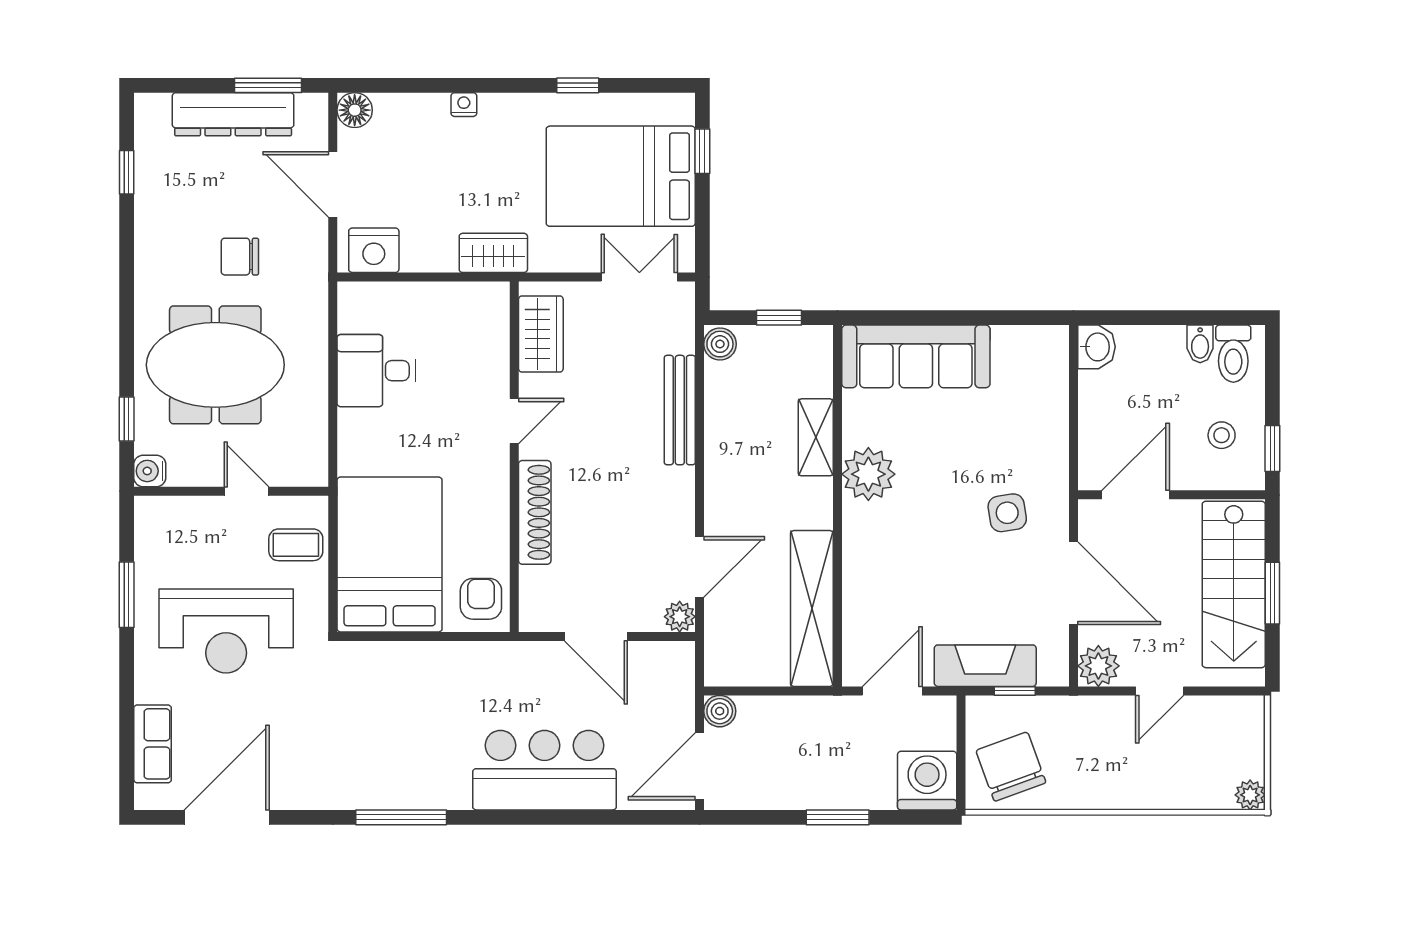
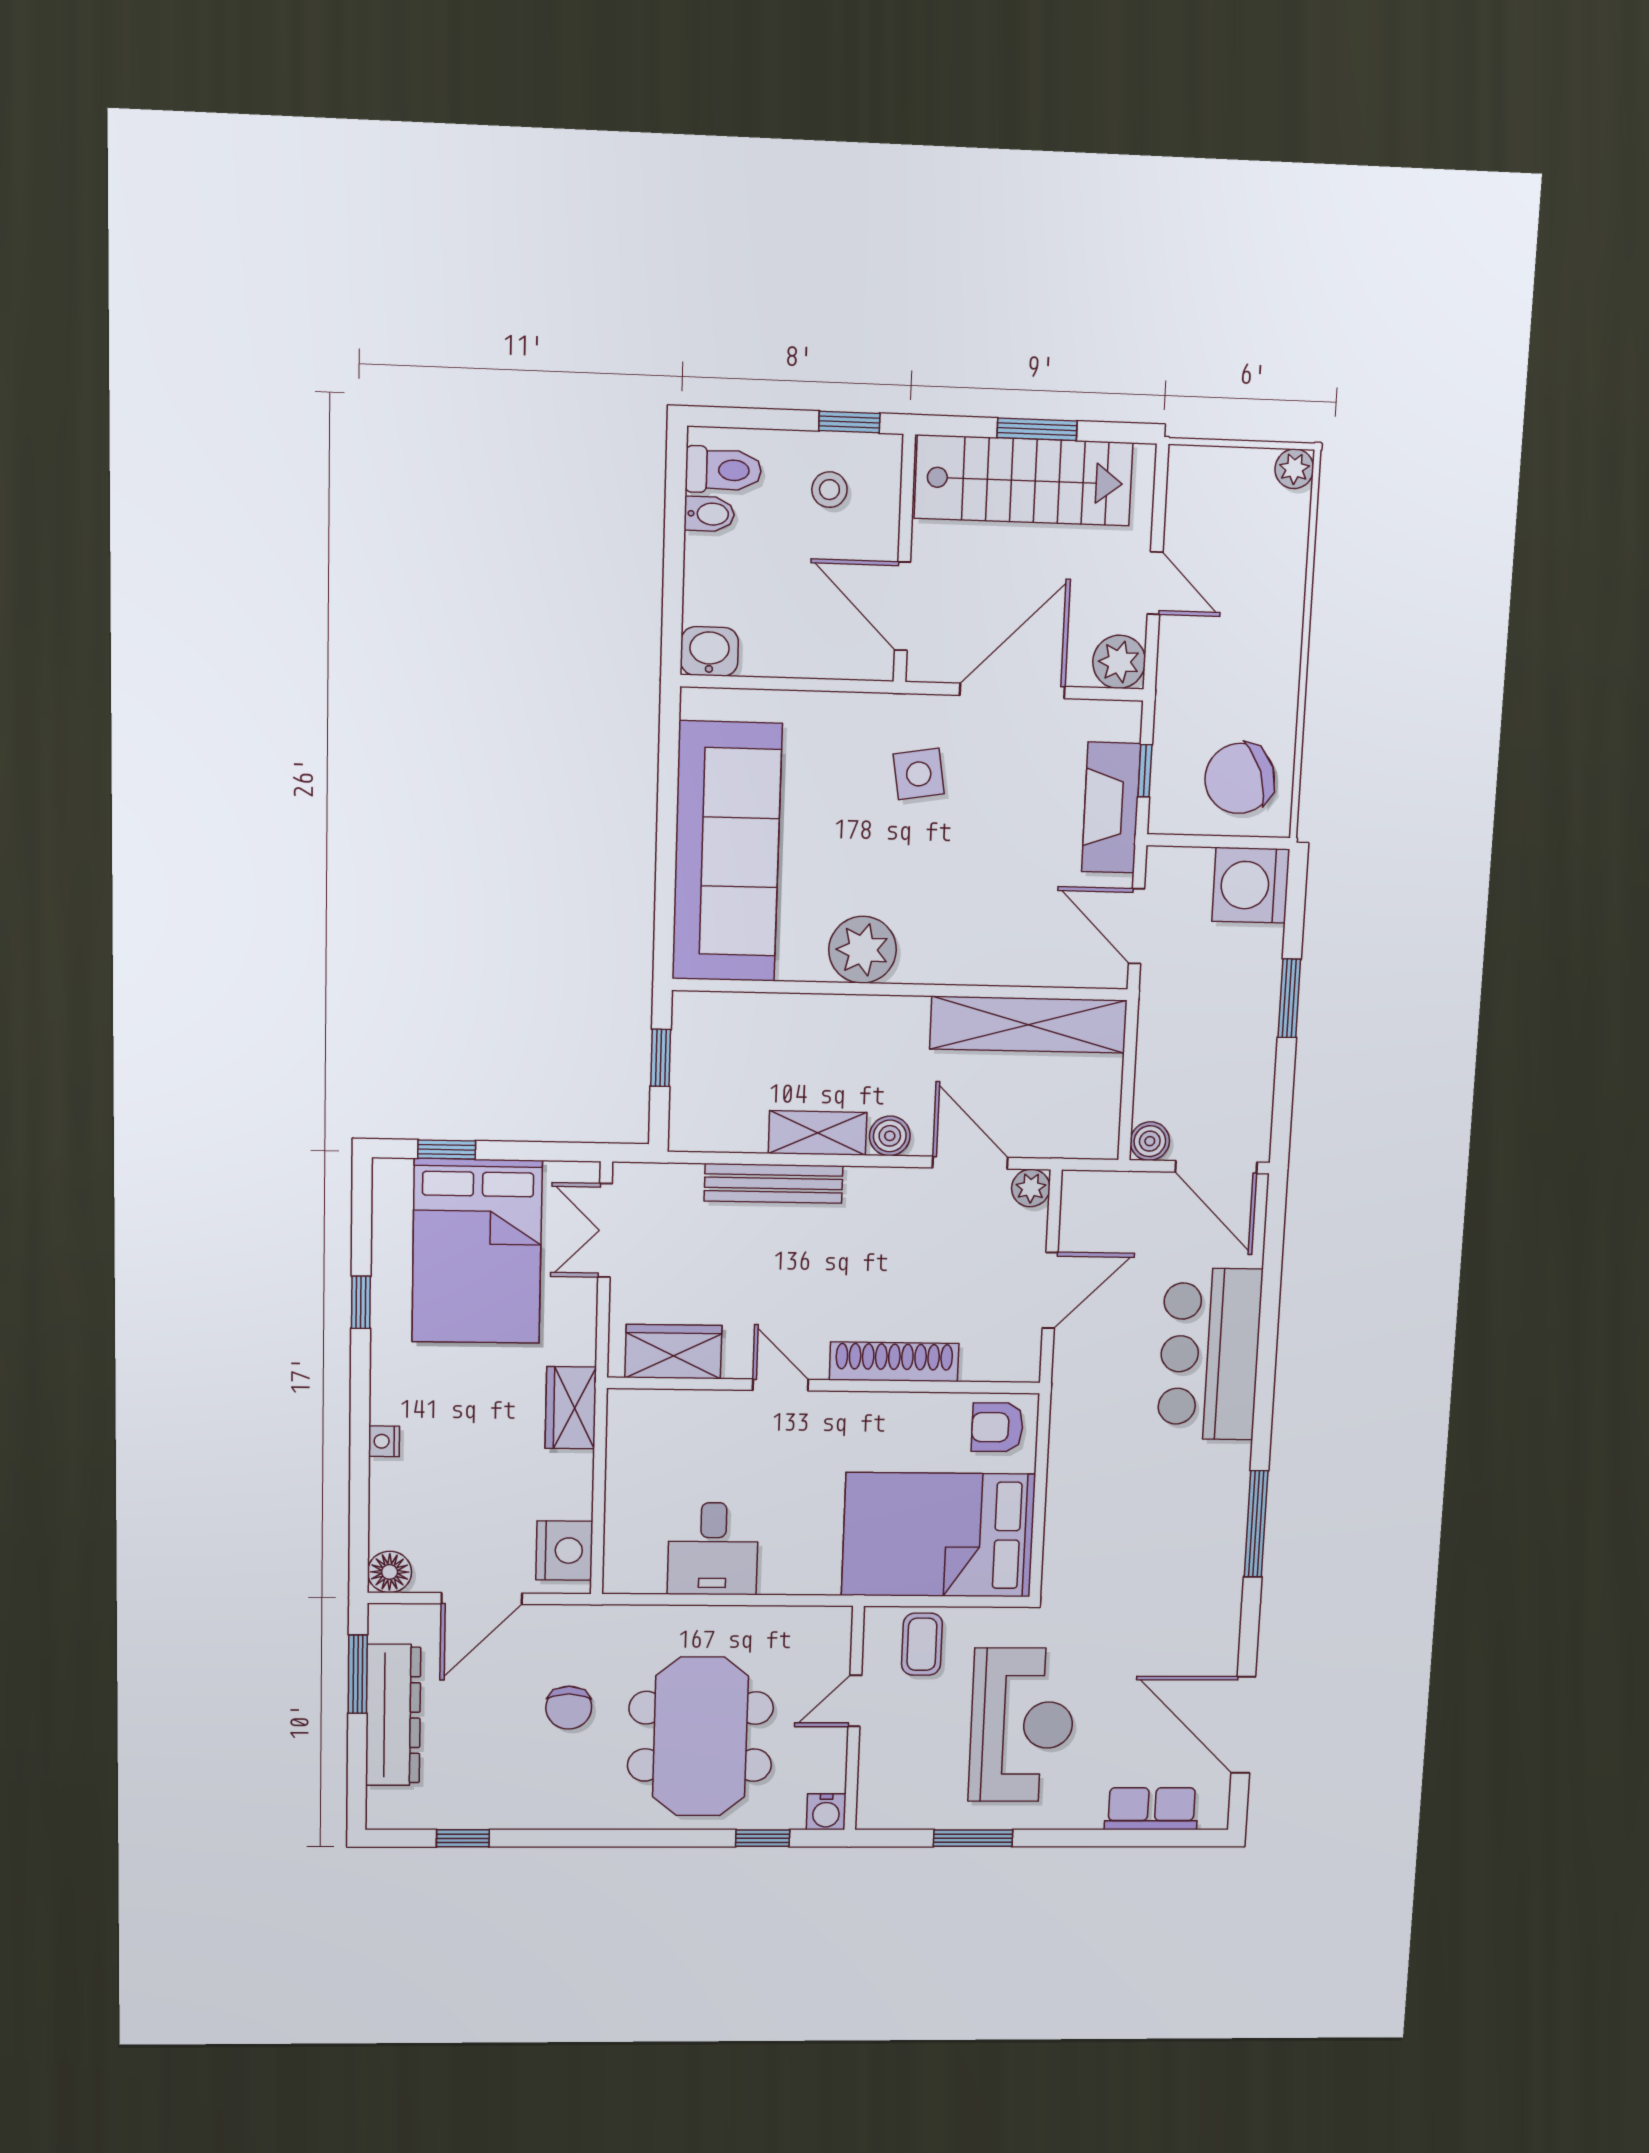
boiler: (720, 344) -> (890, 1136), moved
sofa: (916, 356) -> (727, 852), width x1.36, depth x1.27
shelving: (816, 437) -> (818, 1133), moved

